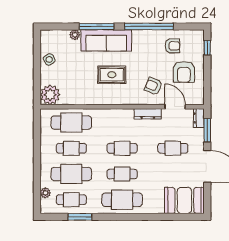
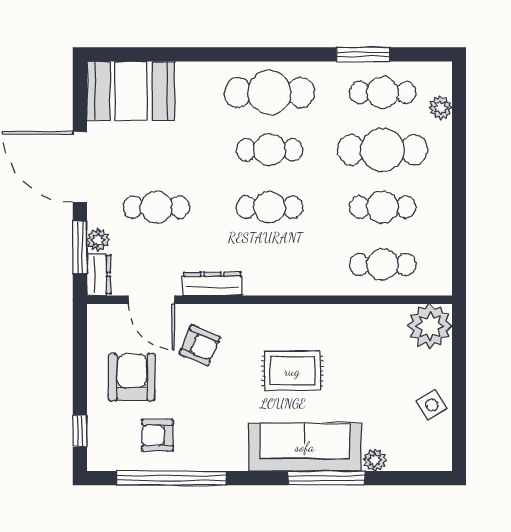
window: (149, 27) -> (171, 478), moved
cafe table: (71, 123) -> (383, 264), width x0.73, depth x0.74
plant: (199, 133) -> (98, 240), added

